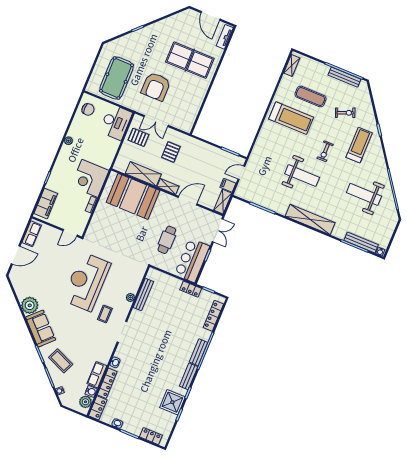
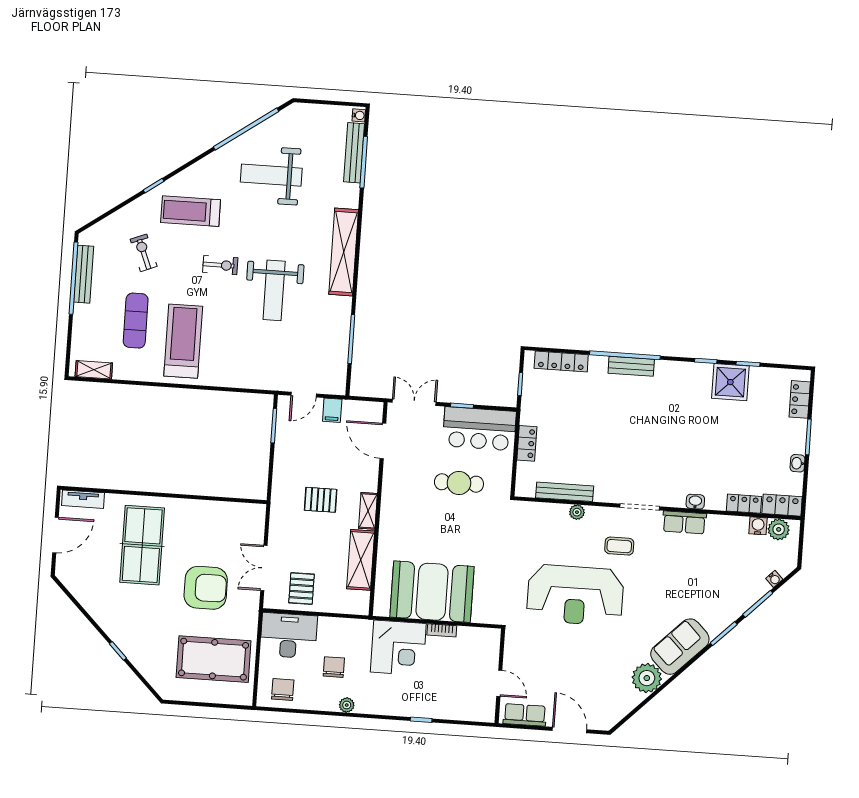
double door: (156, 121) -> (264, 568), swing flipped
chair: (91, 141) -> (334, 667), added
pallet: (171, 152) -> (321, 500), moved
door: (241, 173) -> (304, 395), hinge flipped
weight bench: (302, 176) -> (274, 290), turned 180
weight bench: (364, 194) -> (271, 175), turned 90
booth: (133, 196) -> (432, 592), moved, turned 90
door: (188, 201) -> (383, 441), moved
shelving: (223, 202) -> (363, 410), removed
filing cabinet: (46, 204) -> (466, 708), removed
door: (70, 233) -> (499, 683), moved
locker: (191, 289) -> (527, 443), moved
coffee table: (61, 361) -> (723, 594), removed
row of seats: (97, 375) -> (684, 522), moved
bench: (189, 376) -> (678, 369), removed
locker: (107, 383) -> (744, 504), width x0.66

